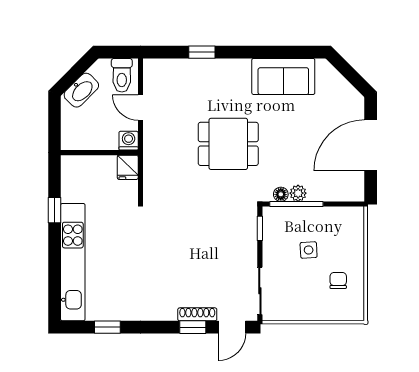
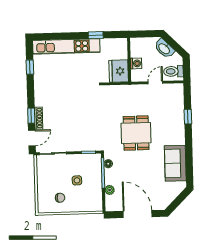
washing machine: (129, 141) -> (136, 63), moved
fridge: (128, 167) -> (119, 71), width x1.88, depth x1.34
plant: (298, 193) -> (110, 190), moved
door: (232, 327) -> (32, 138), swing flipped

